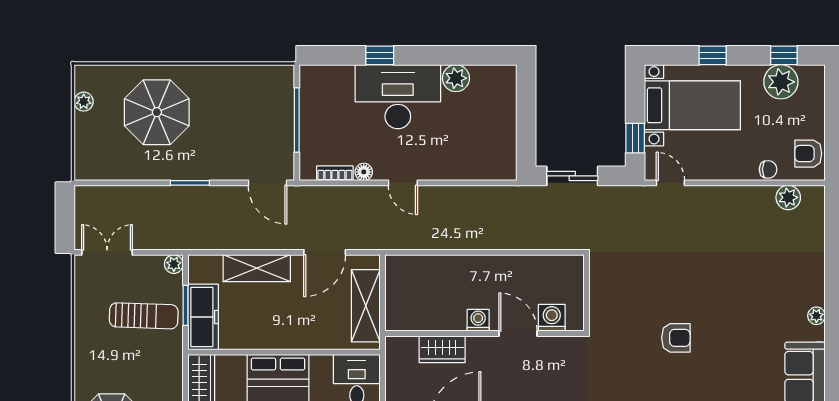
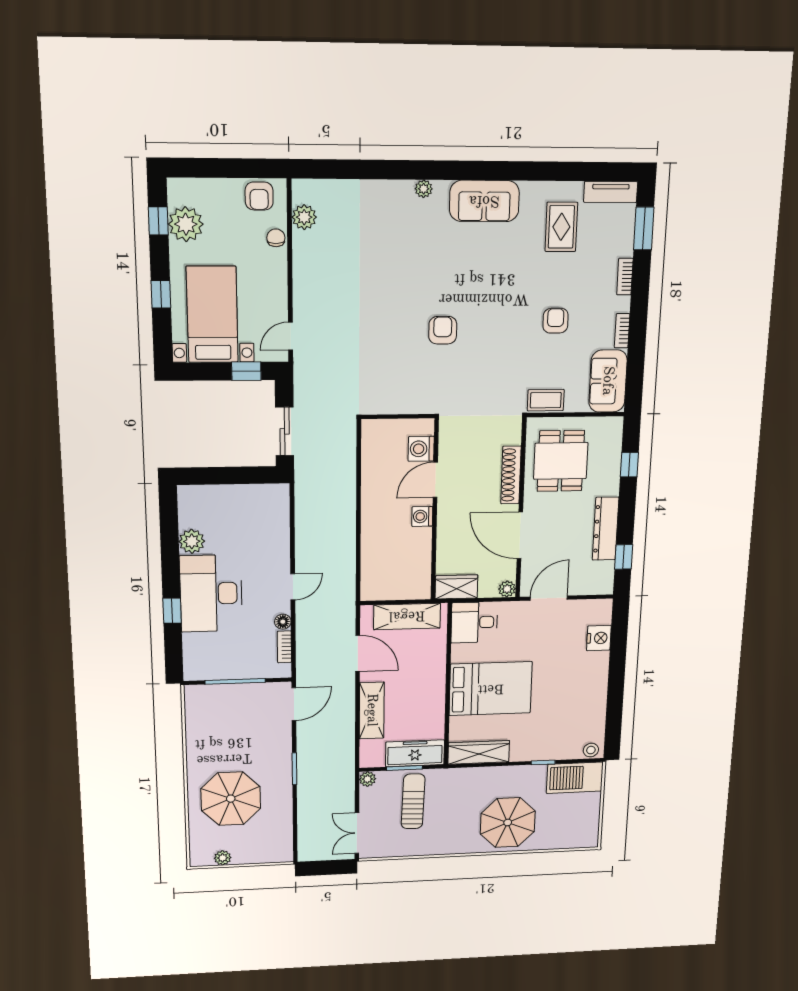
wardrobe: (442, 349) -> (456, 587), moved, turned -90

